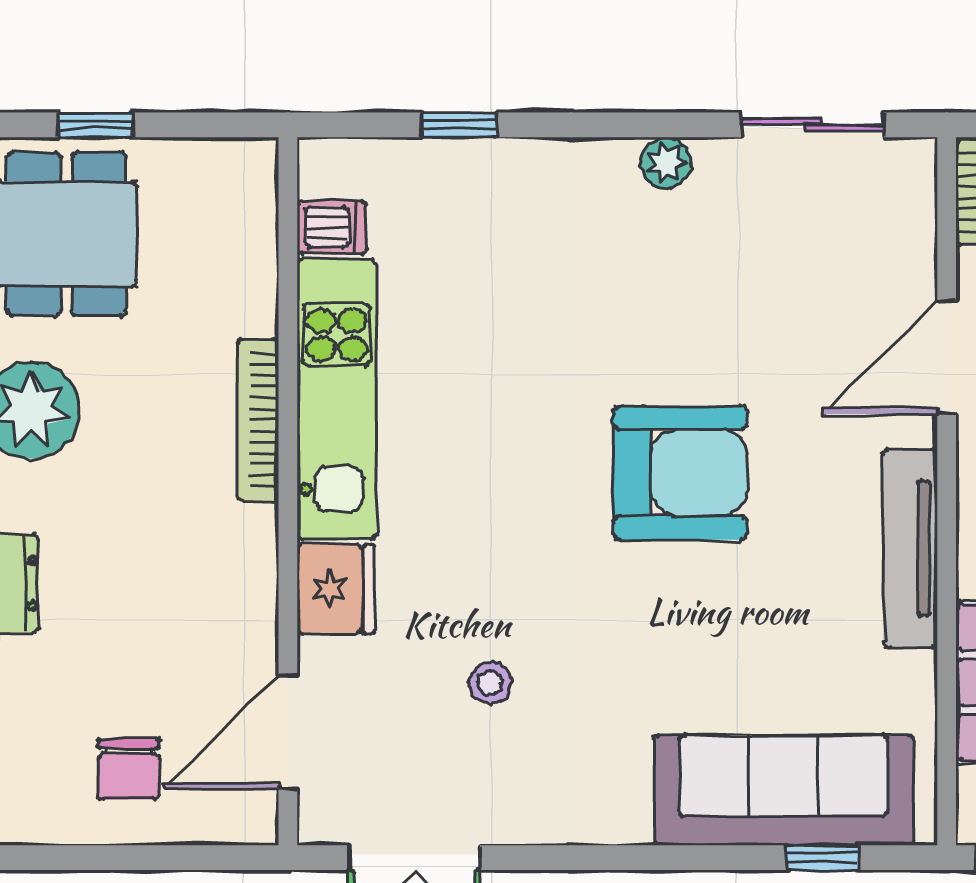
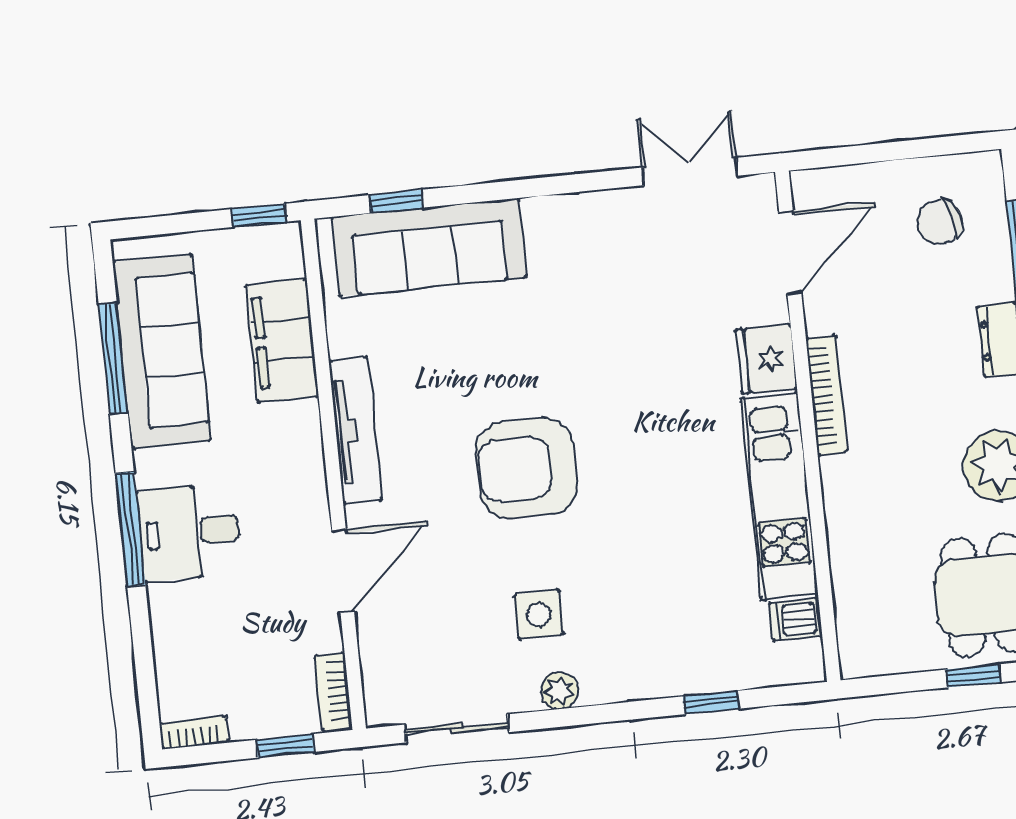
side table: (684, 270) -> (539, 615), added
bookcase: (258, 420) -> (826, 395), moved
stool: (490, 683) -> (648, 303), removed
chair: (128, 769) -> (940, 222), moved, turned -105

